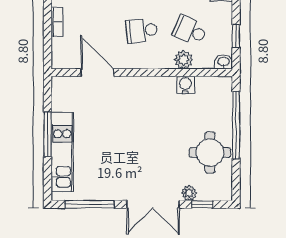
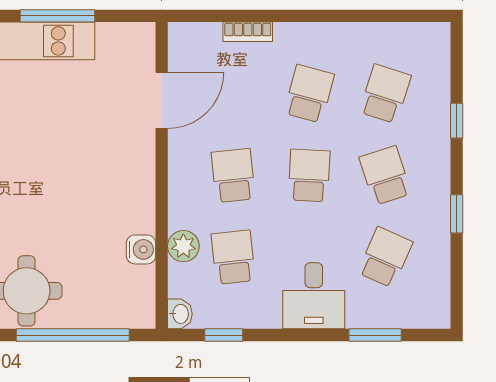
school desk: (190, 30) -> (233, 257), turned -30

